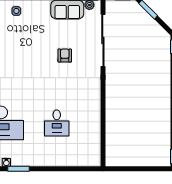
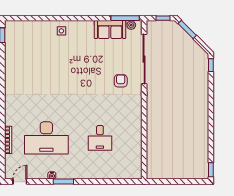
armchair: (65, 56) -> (121, 81), moved

